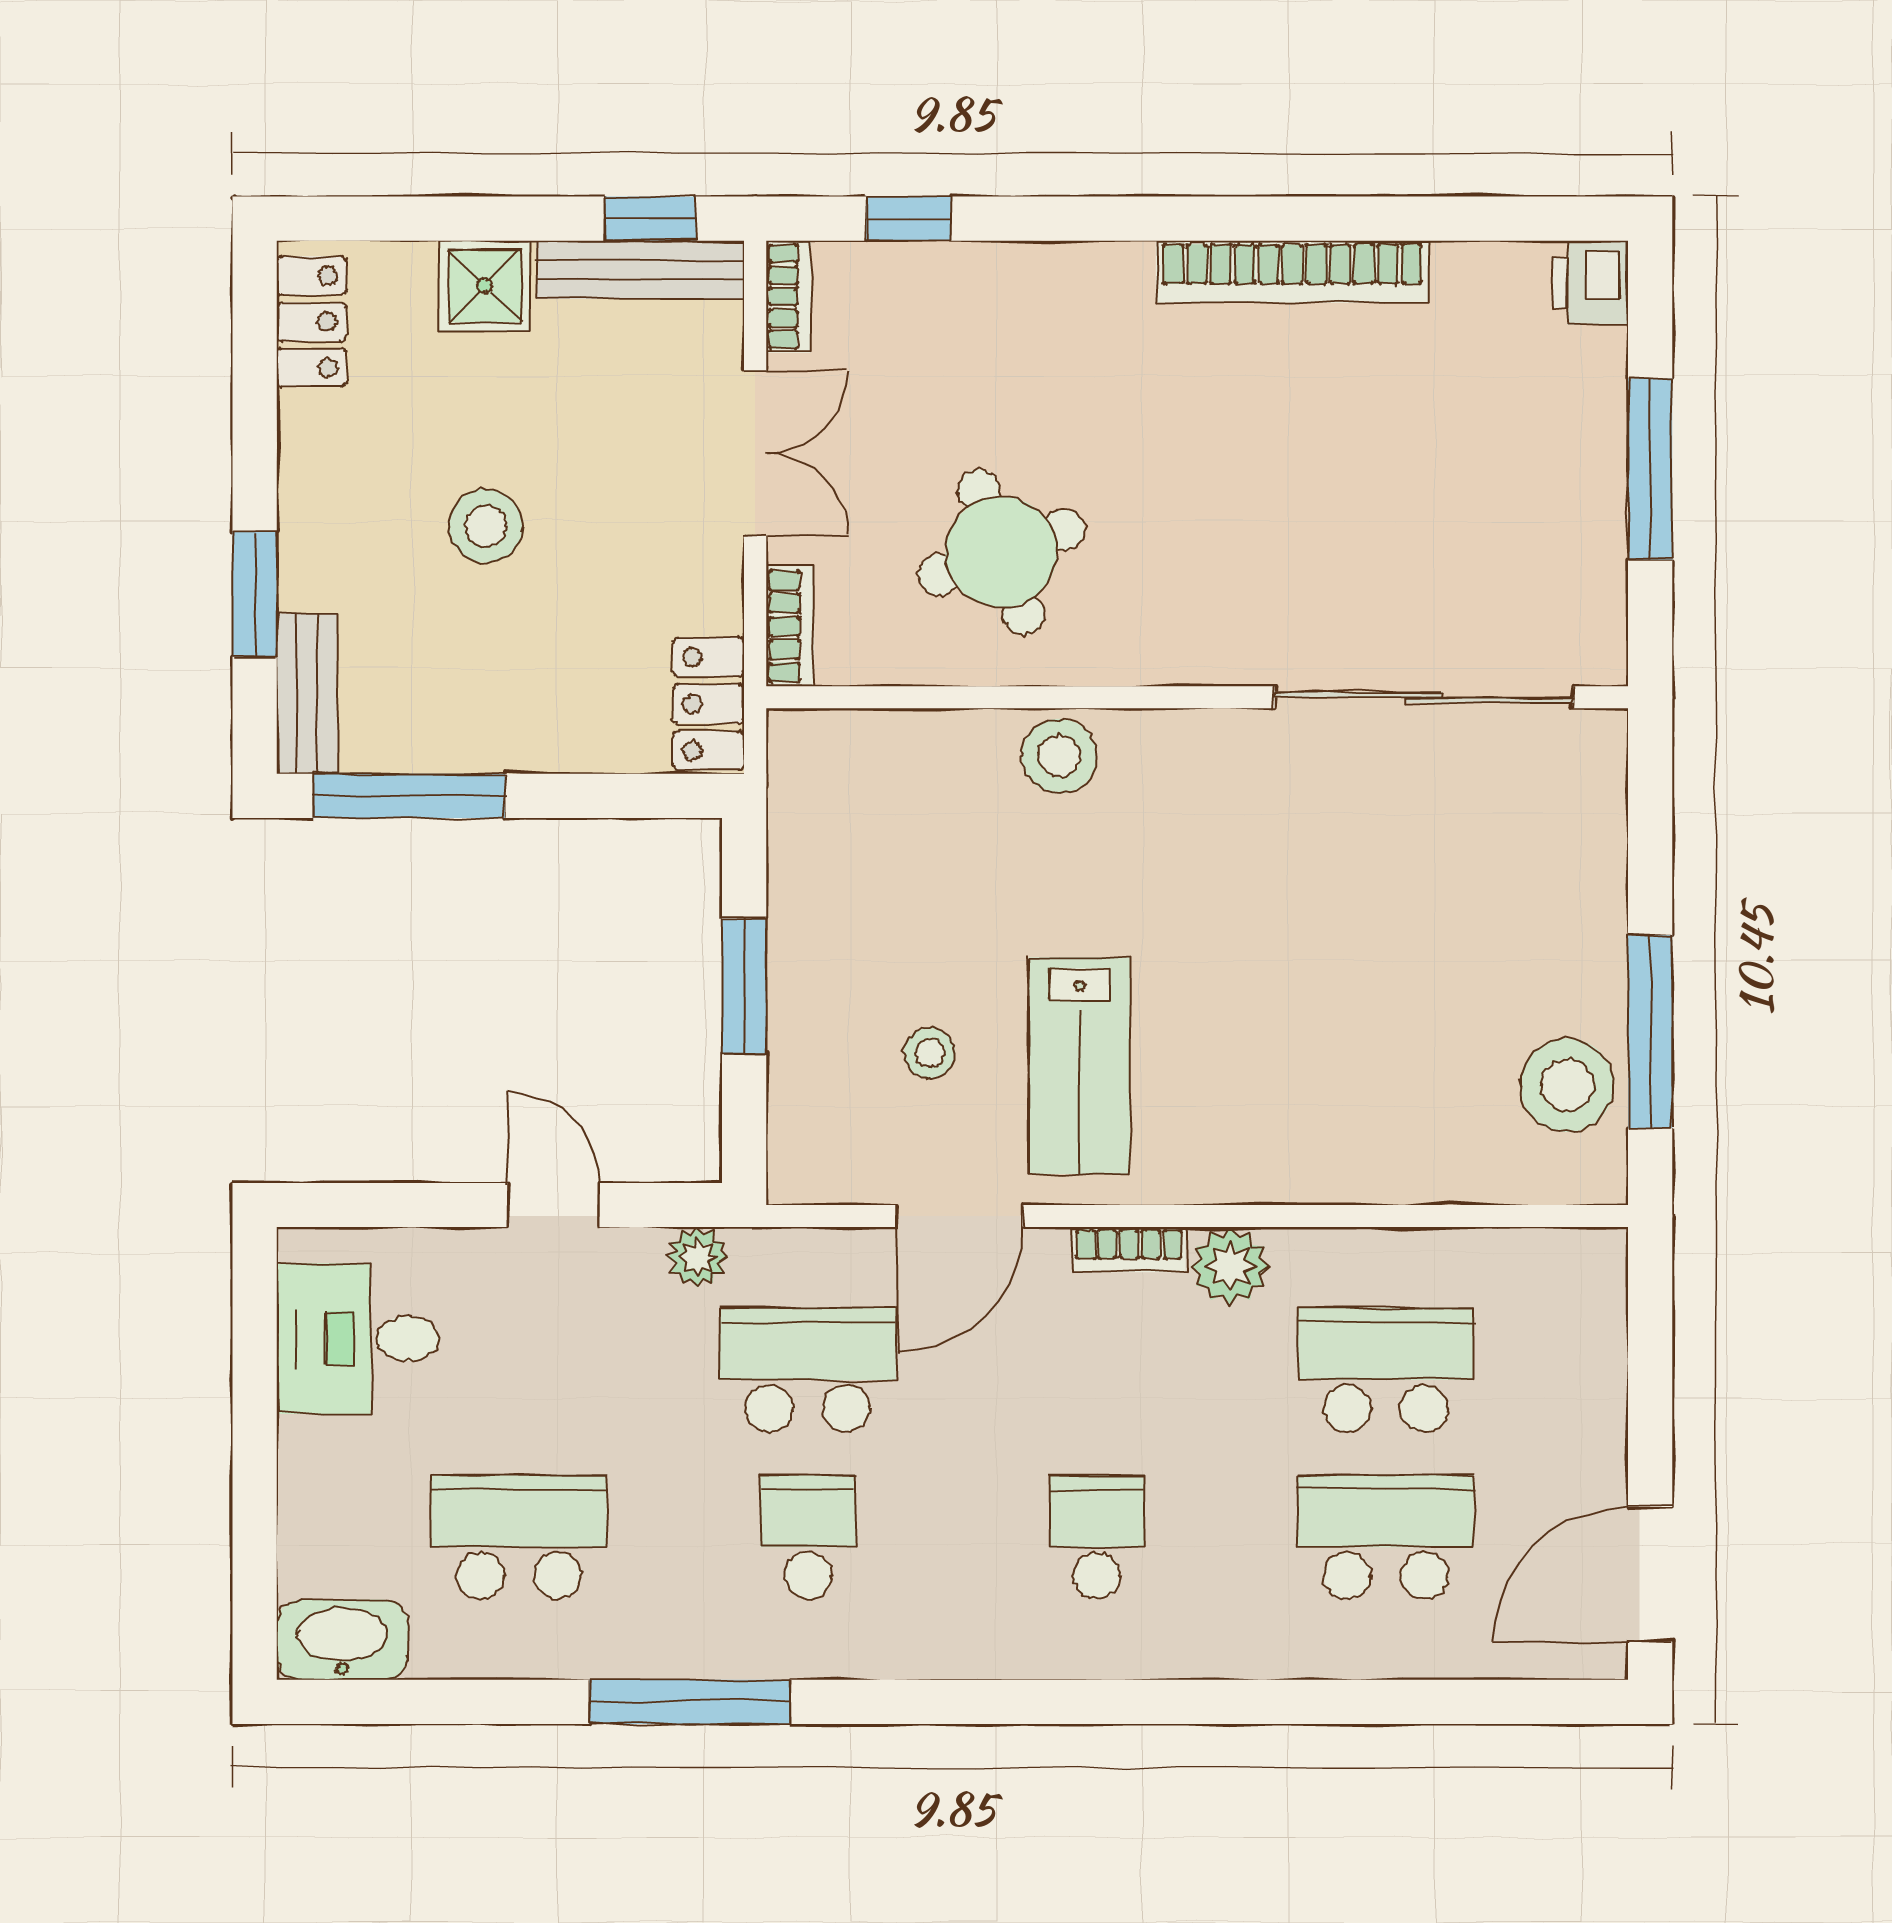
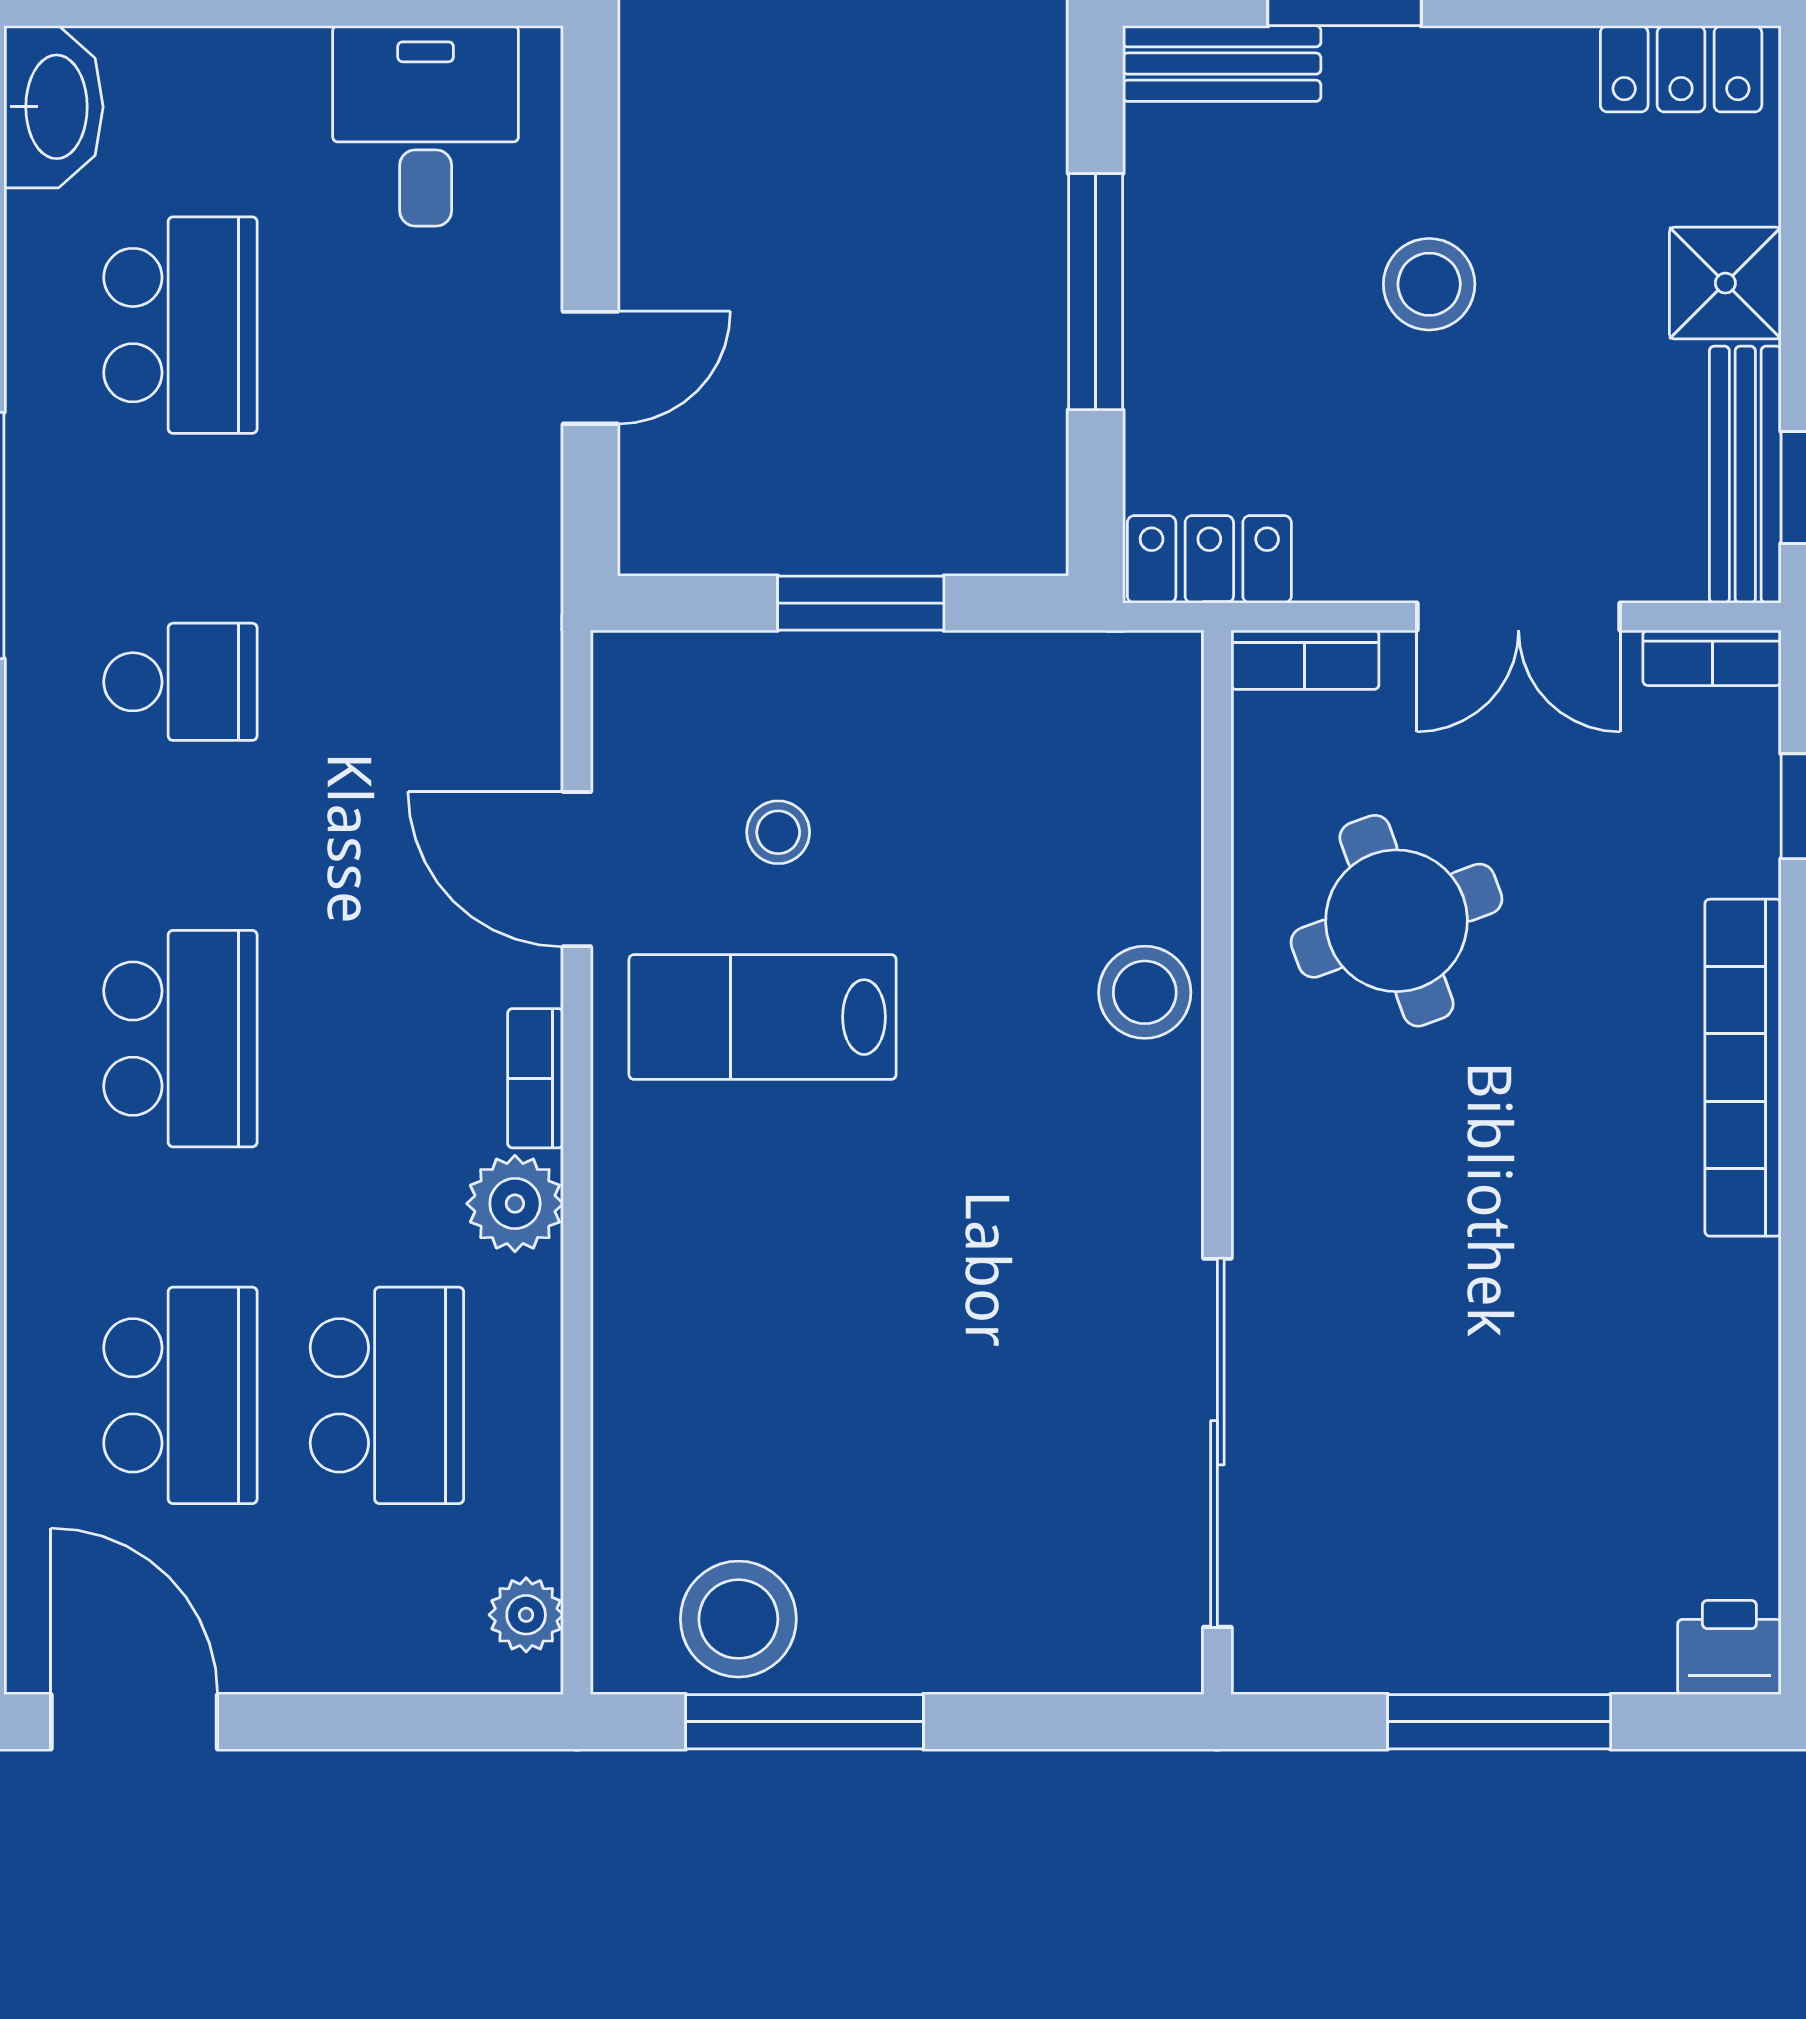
bookcase: (1292, 272) -> (1743, 1068), moved
window: (409, 796) -> (1096, 292), moved
plant: (697, 1257) -> (526, 1615), moved
school desk: (808, 1370) -> (387, 682), removed
school desk: (1097, 1537) -> (180, 1039), width x1.85

